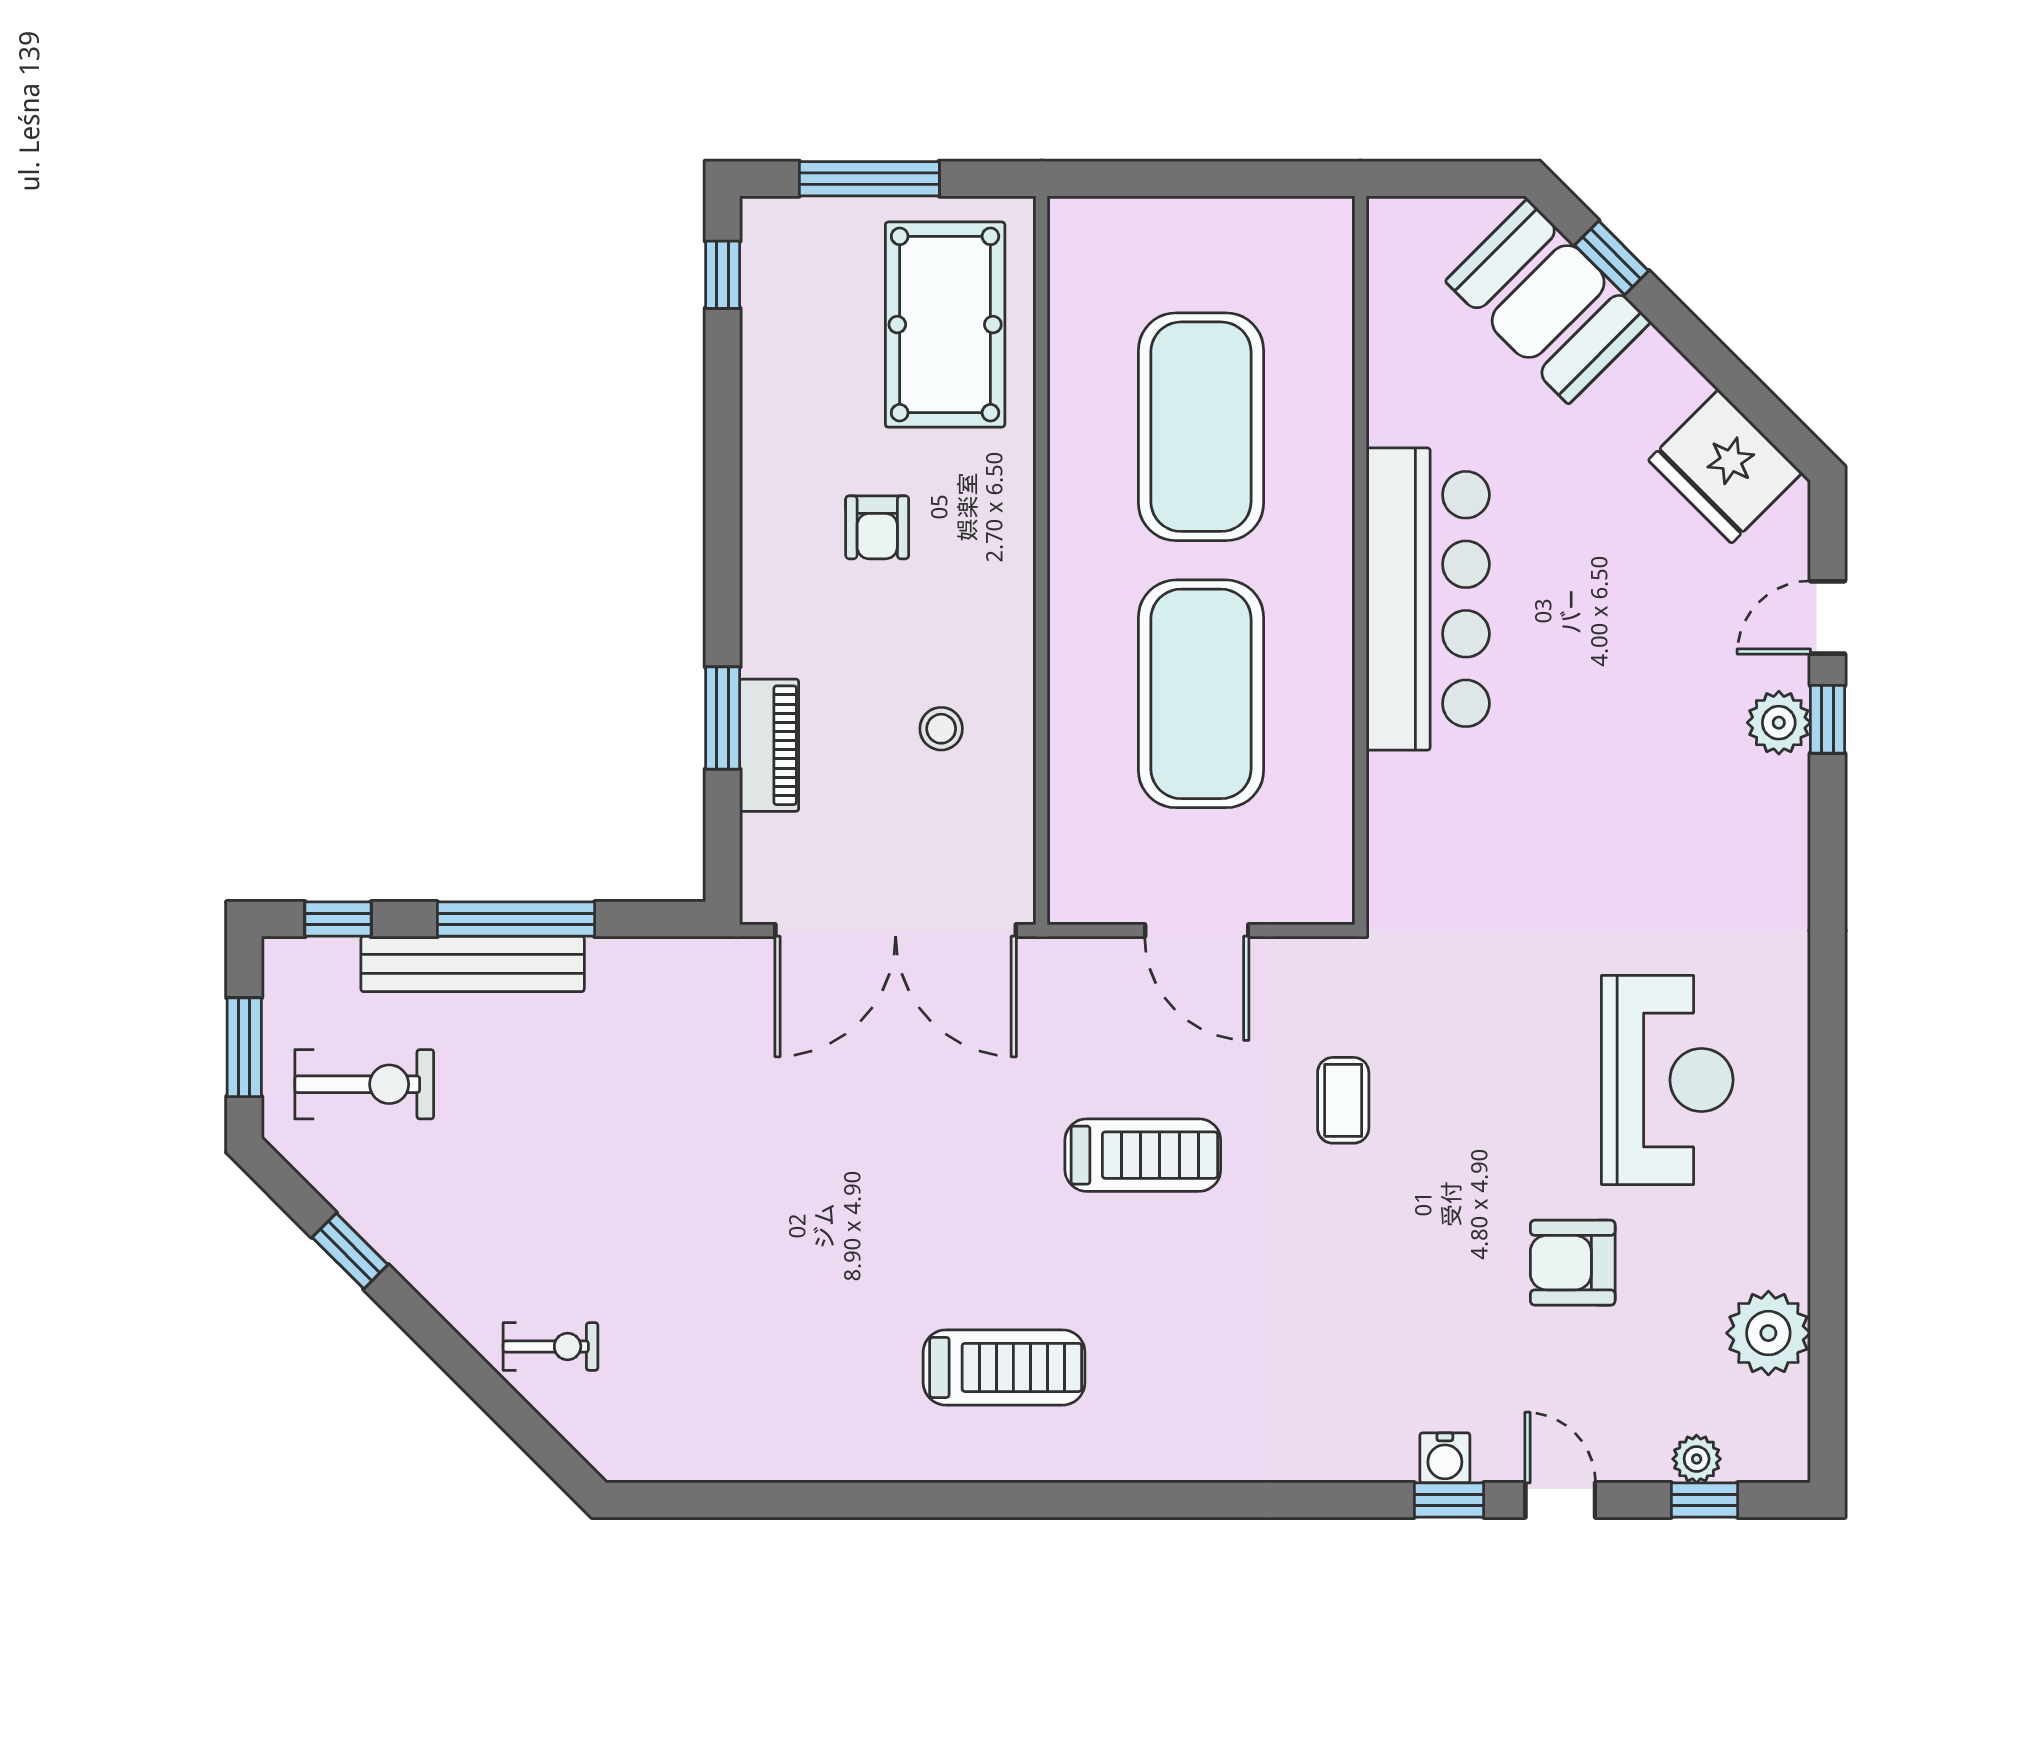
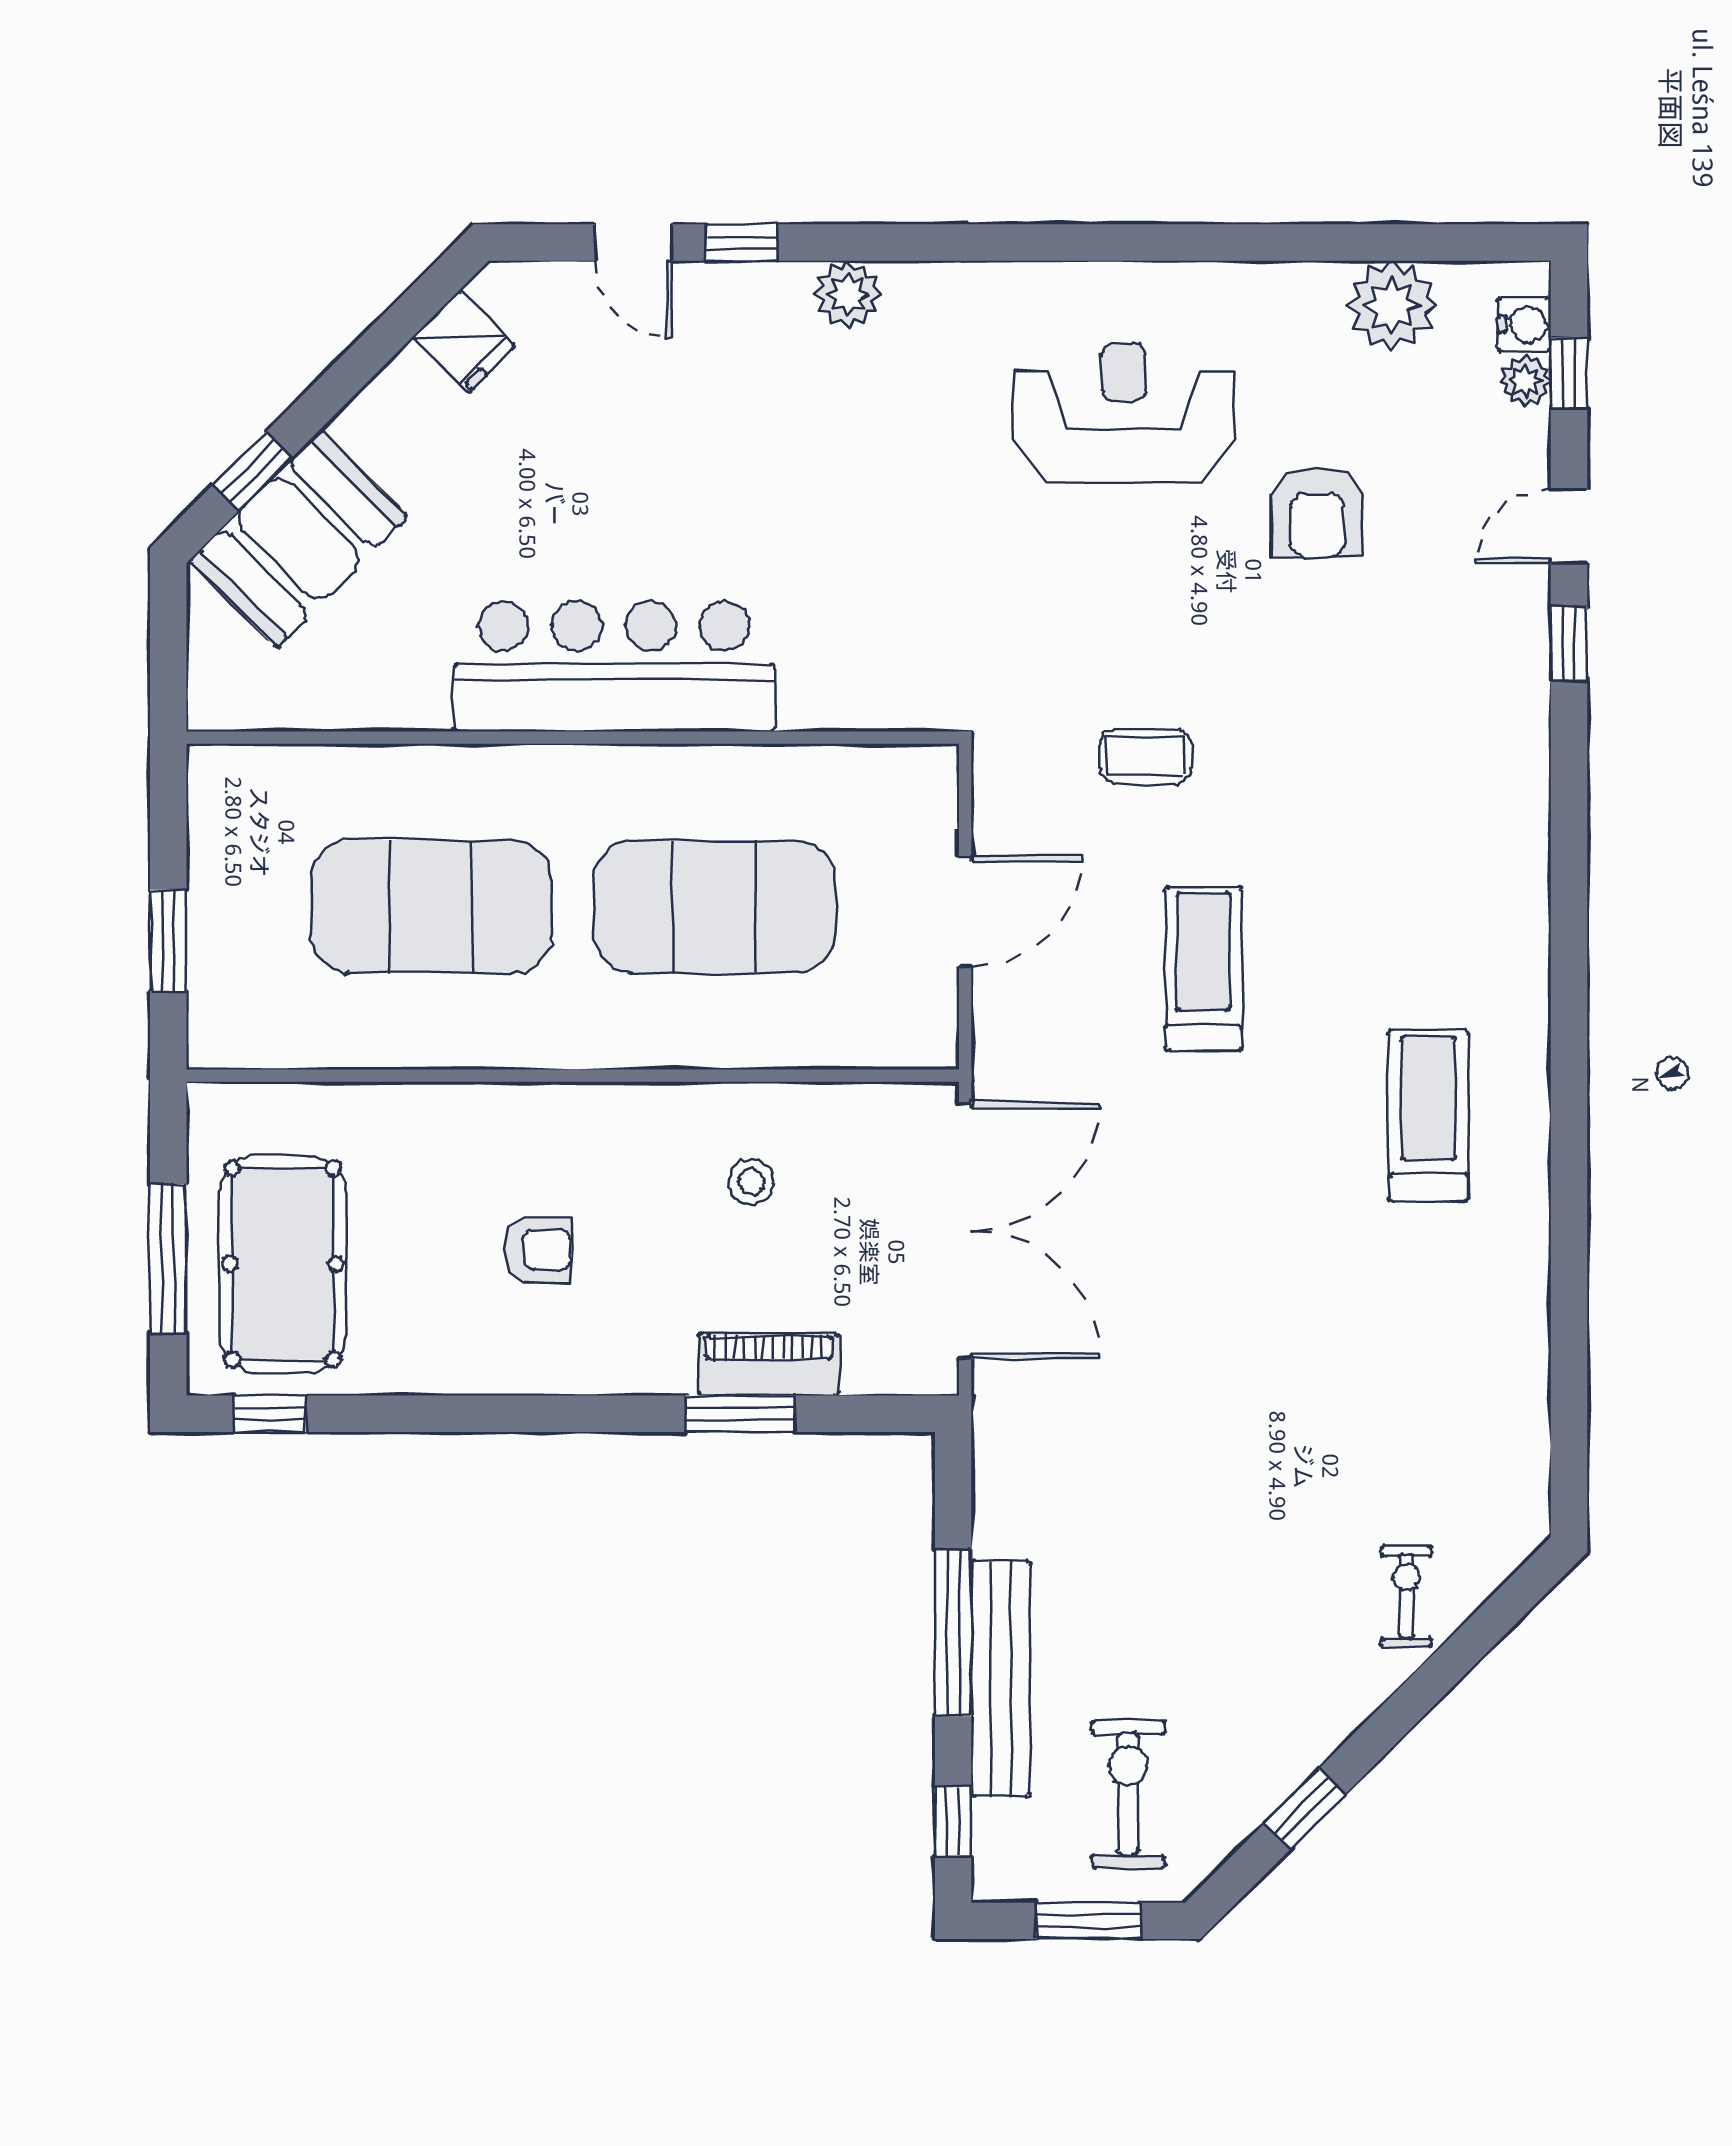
window: (1169, 179) -> (168, 941), added
pool table: (945, 325) -> (283, 1264), moved, turned 90
fridge: (1725, 466) -> (464, 342), width x0.53, depth x0.75
plant: (1779, 723) -> (848, 294), moved
water cooler: (1445, 1458) -> (1524, 325), moved

